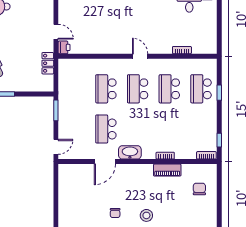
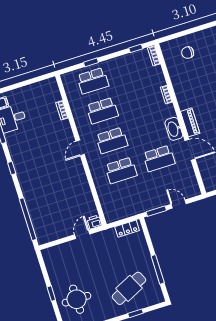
locker: (48, 63) -> (127, 229), moved
door: (56, 147) -> (179, 204), moved
piano: (167, 170) -> (190, 122), moved

